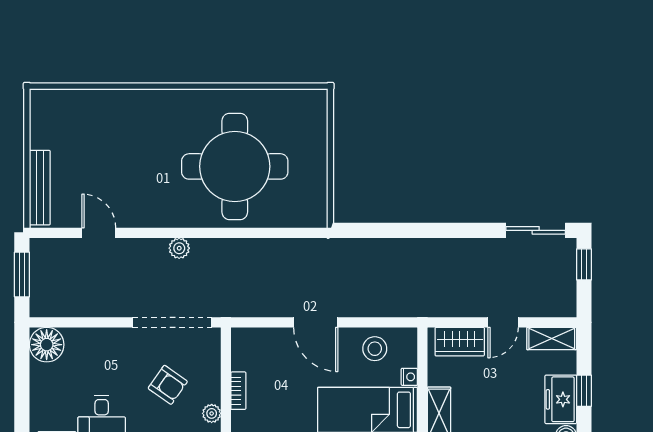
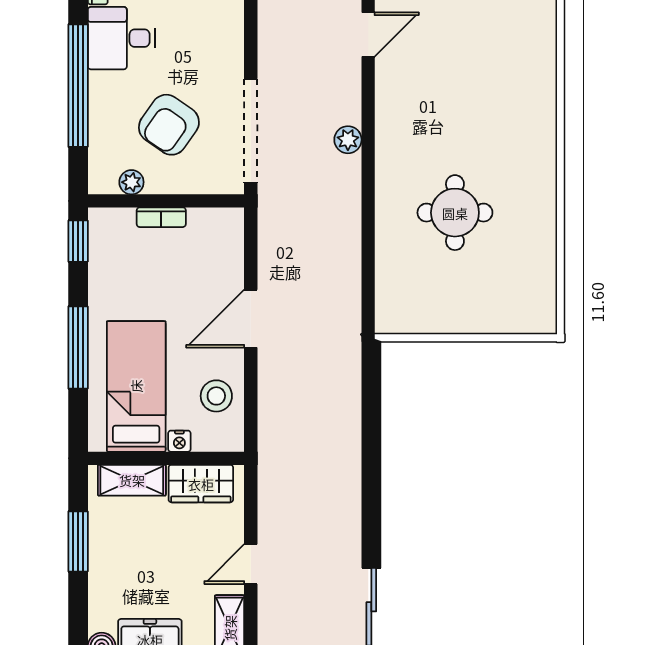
round table: (235, 166) -> (455, 213), width x0.54, depth x0.54
door: (503, 322) -> (251, 564), hinge flipped
wardrobe: (460, 342) -> (201, 484), moved, turned -90
armchair: (168, 385) -> (169, 125), width x1.38, depth x1.38

